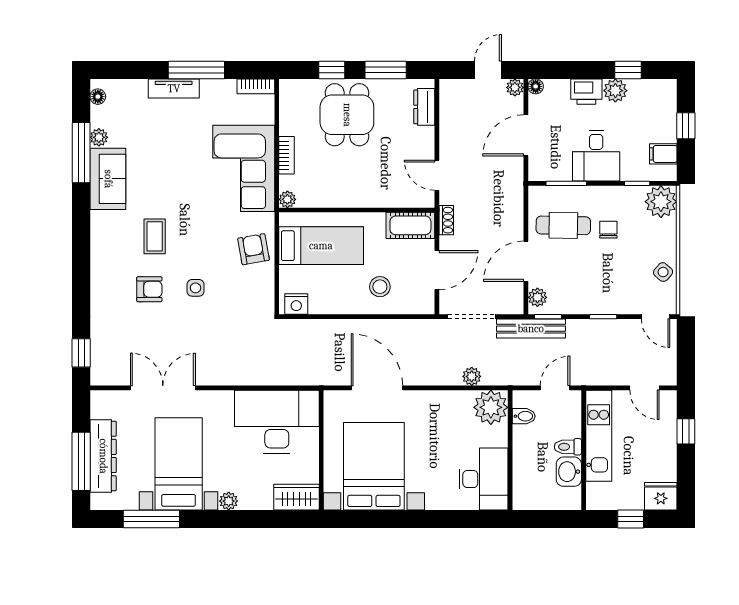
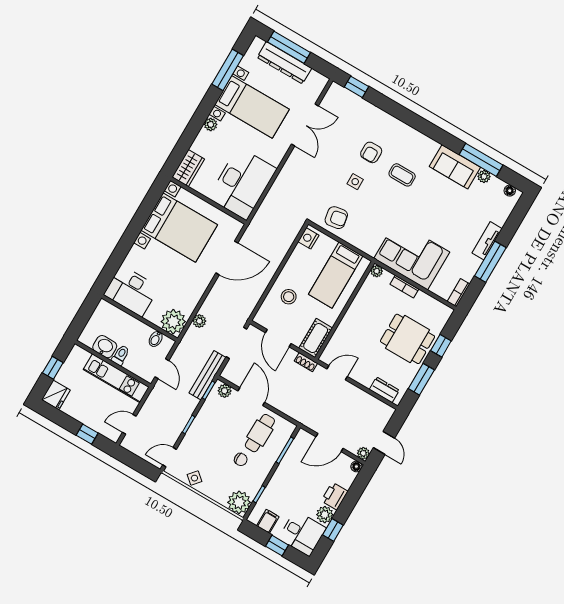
door: (526, 135) -> (329, 443), swing flipped
desk: (596, 156) -> (302, 533), moved, turned 180
armchair: (254, 249) -> (336, 218), moved

